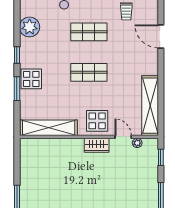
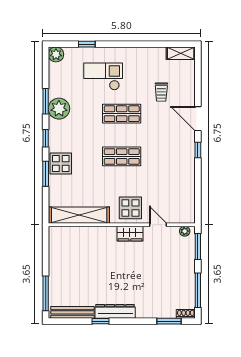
window: (17, 20) -> (46, 101), added
window: (161, 66) -> (198, 150), added
shelving: (150, 106) -> (186, 192), removed
plant: (137, 143) -> (185, 231), moved
window: (161, 157) -> (198, 246), width x1.50

